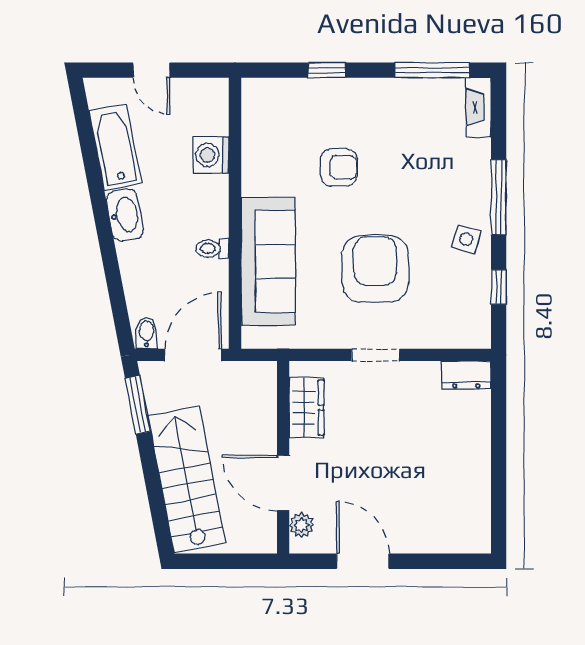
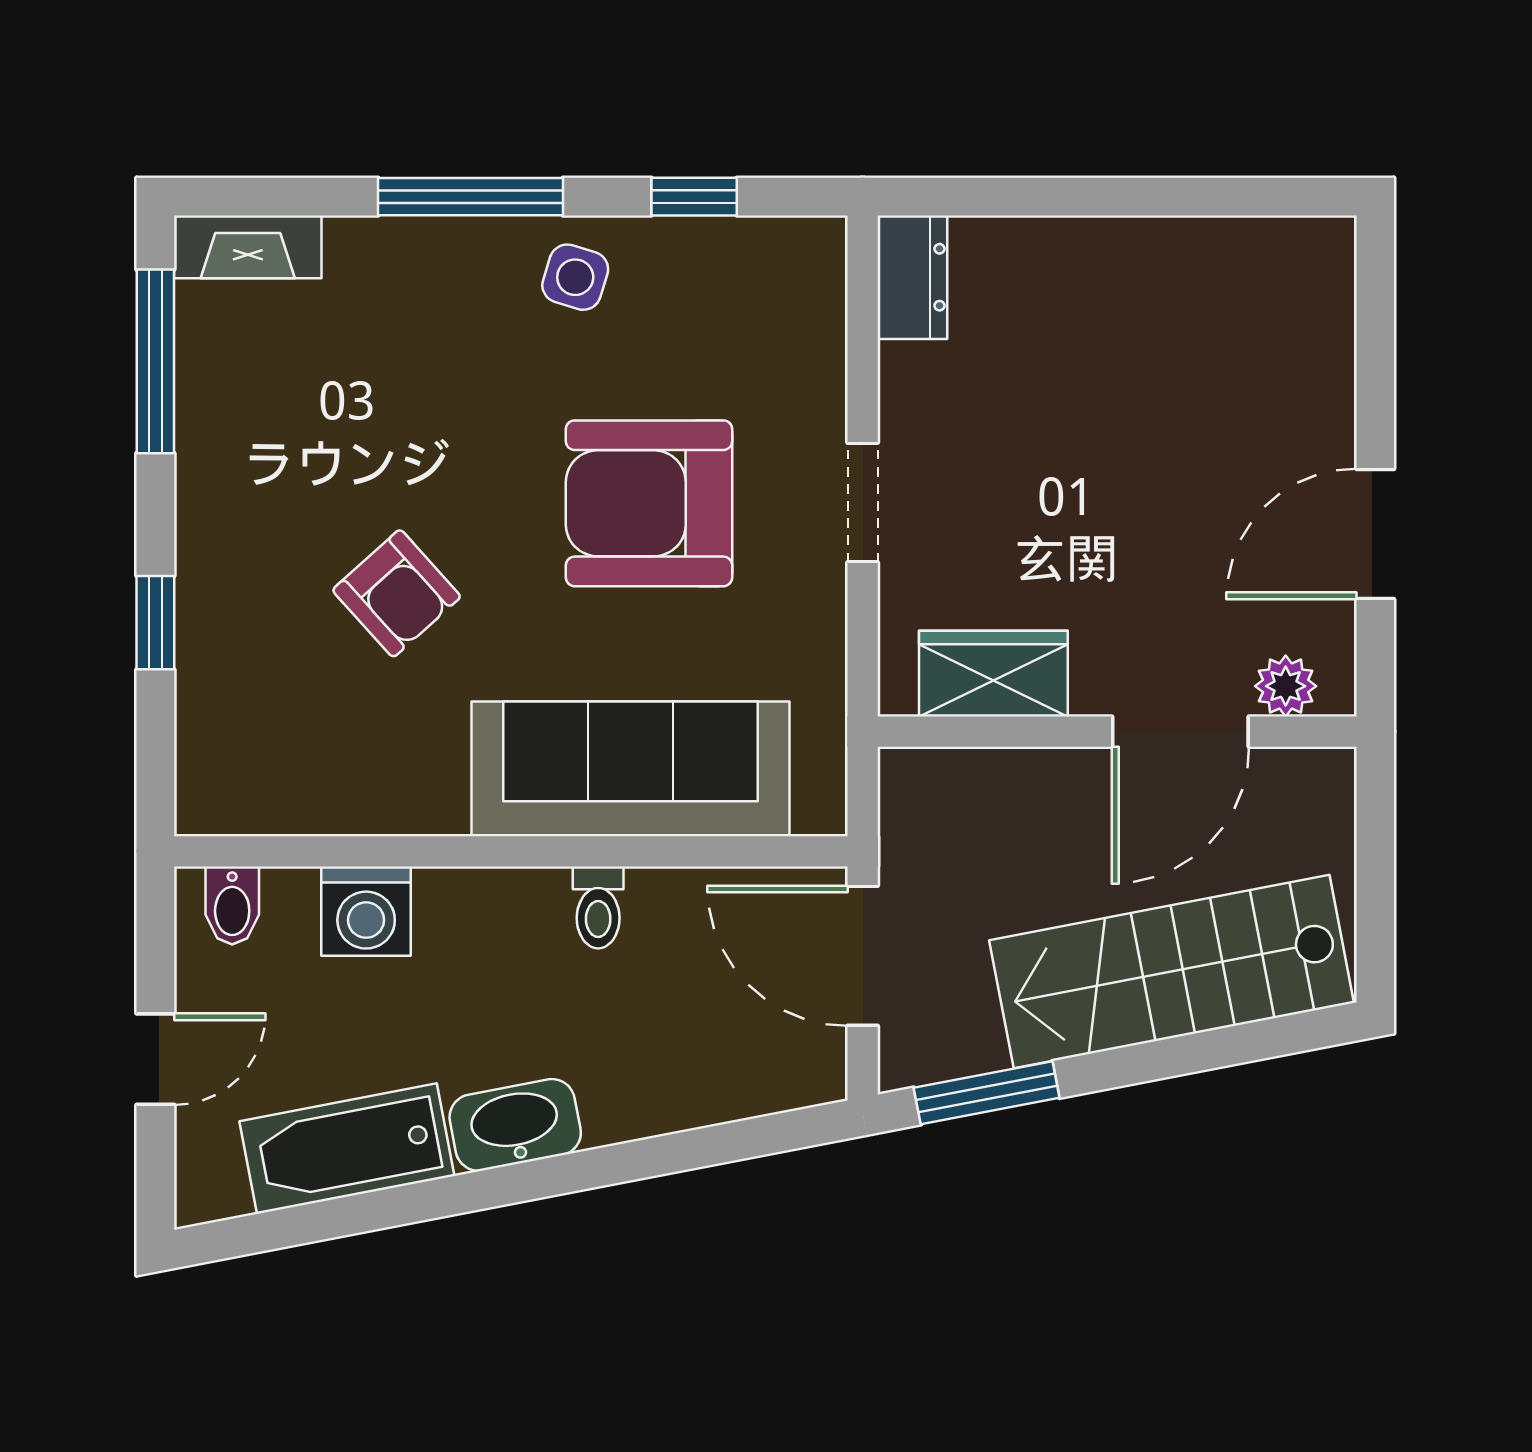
armchair: (339, 167) -> (397, 593), turned 138
bidet: (146, 333) -> (232, 905), moved, turned -90

